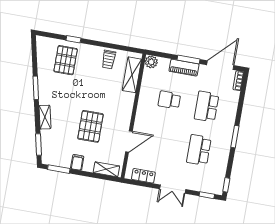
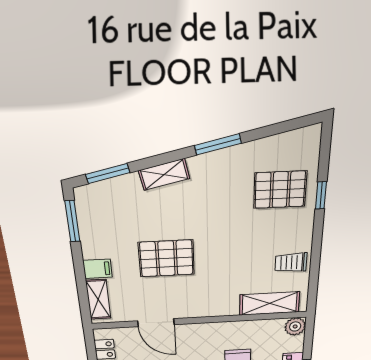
filing cabinet: (77, 162) -> (98, 269), moved

